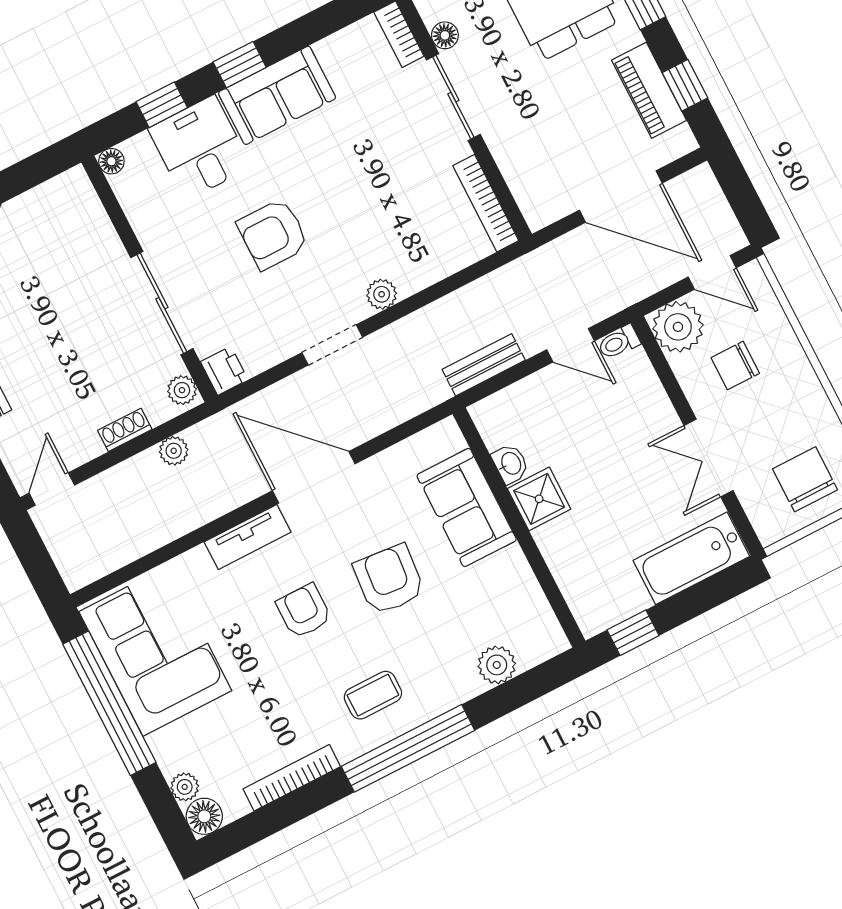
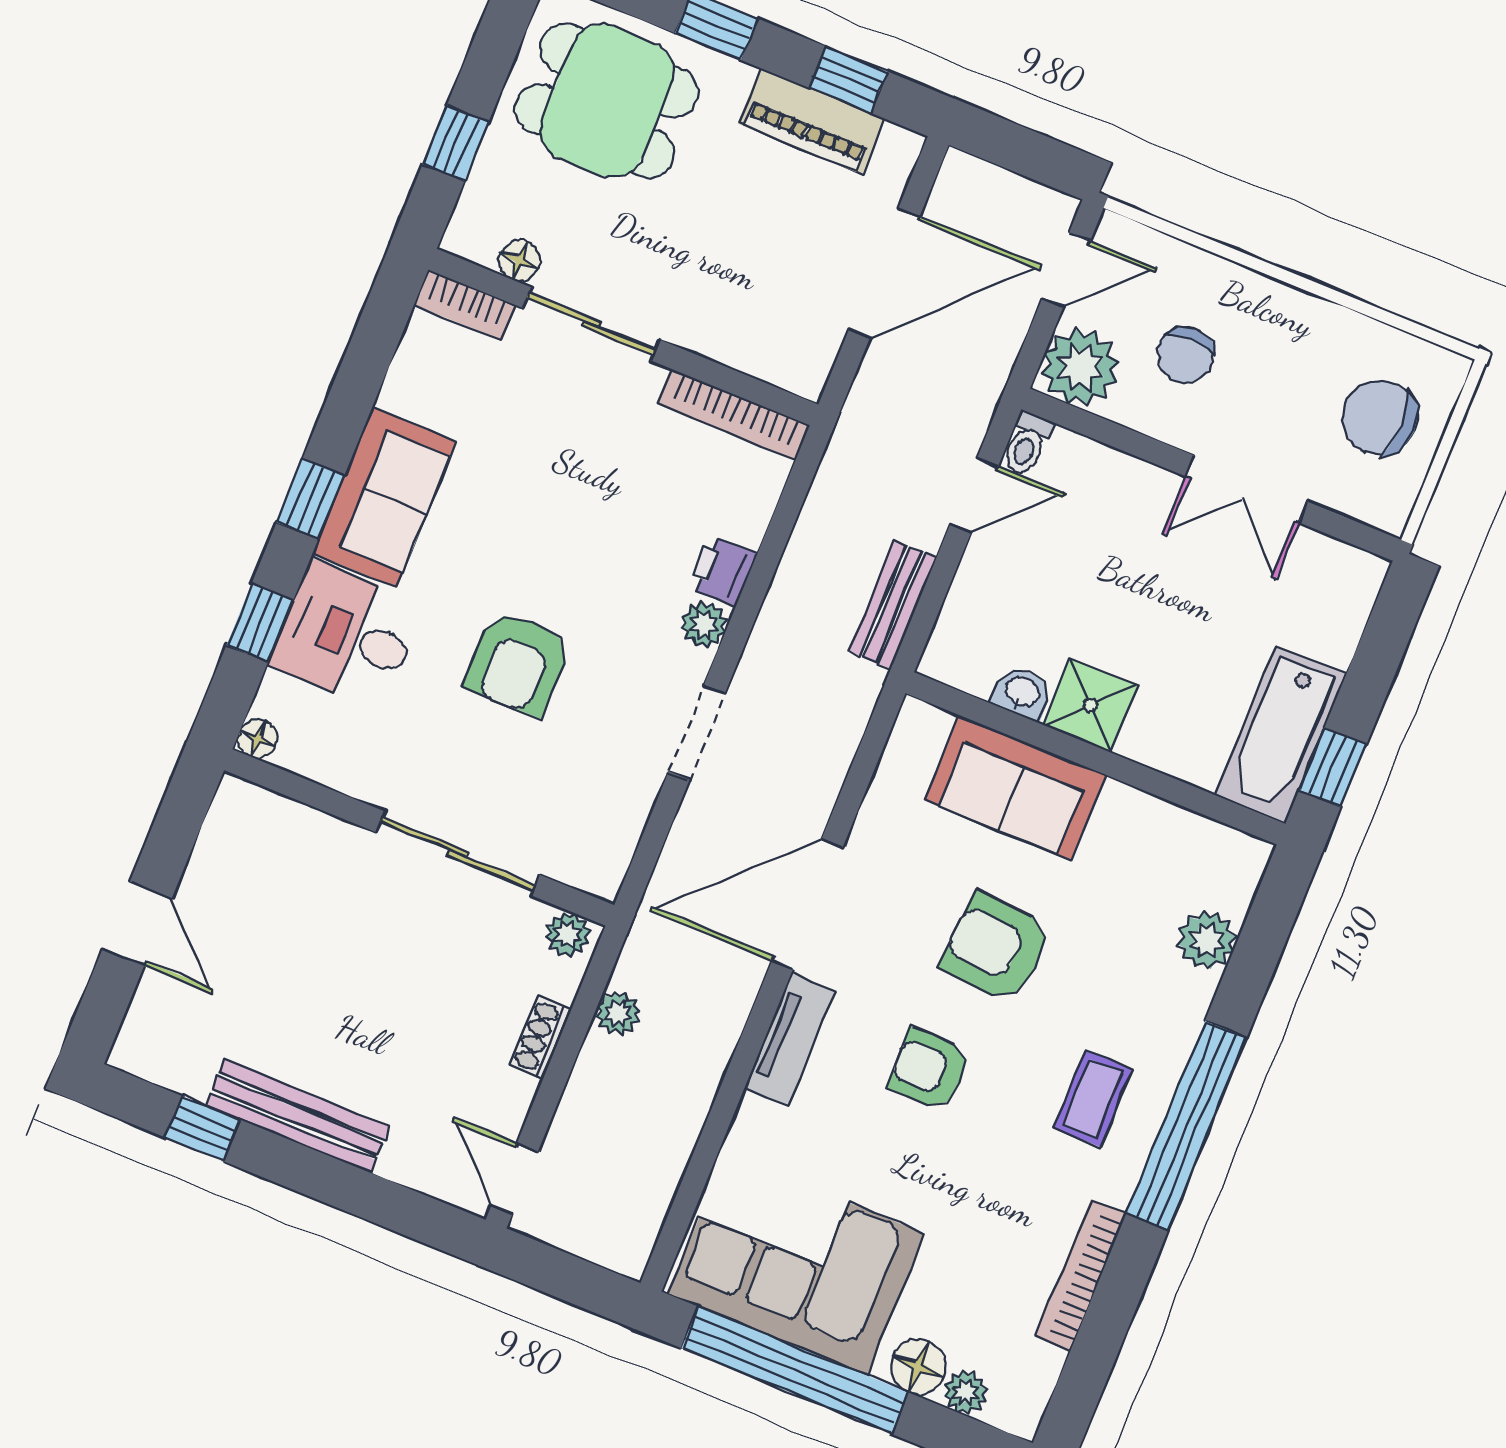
printer: (224, 371) -> (722, 571), moved, turned -90
bathtub: (691, 558) -> (1281, 735), moved
floor lamp: (204, 816) -> (918, 1367), moved

